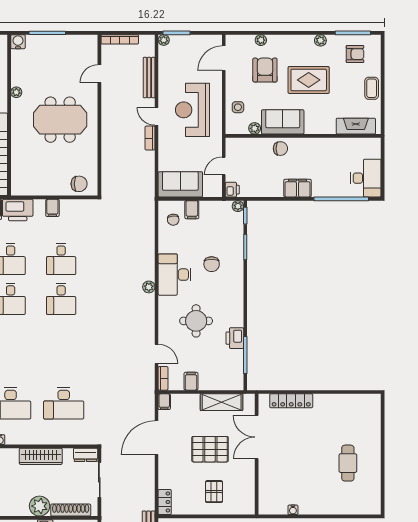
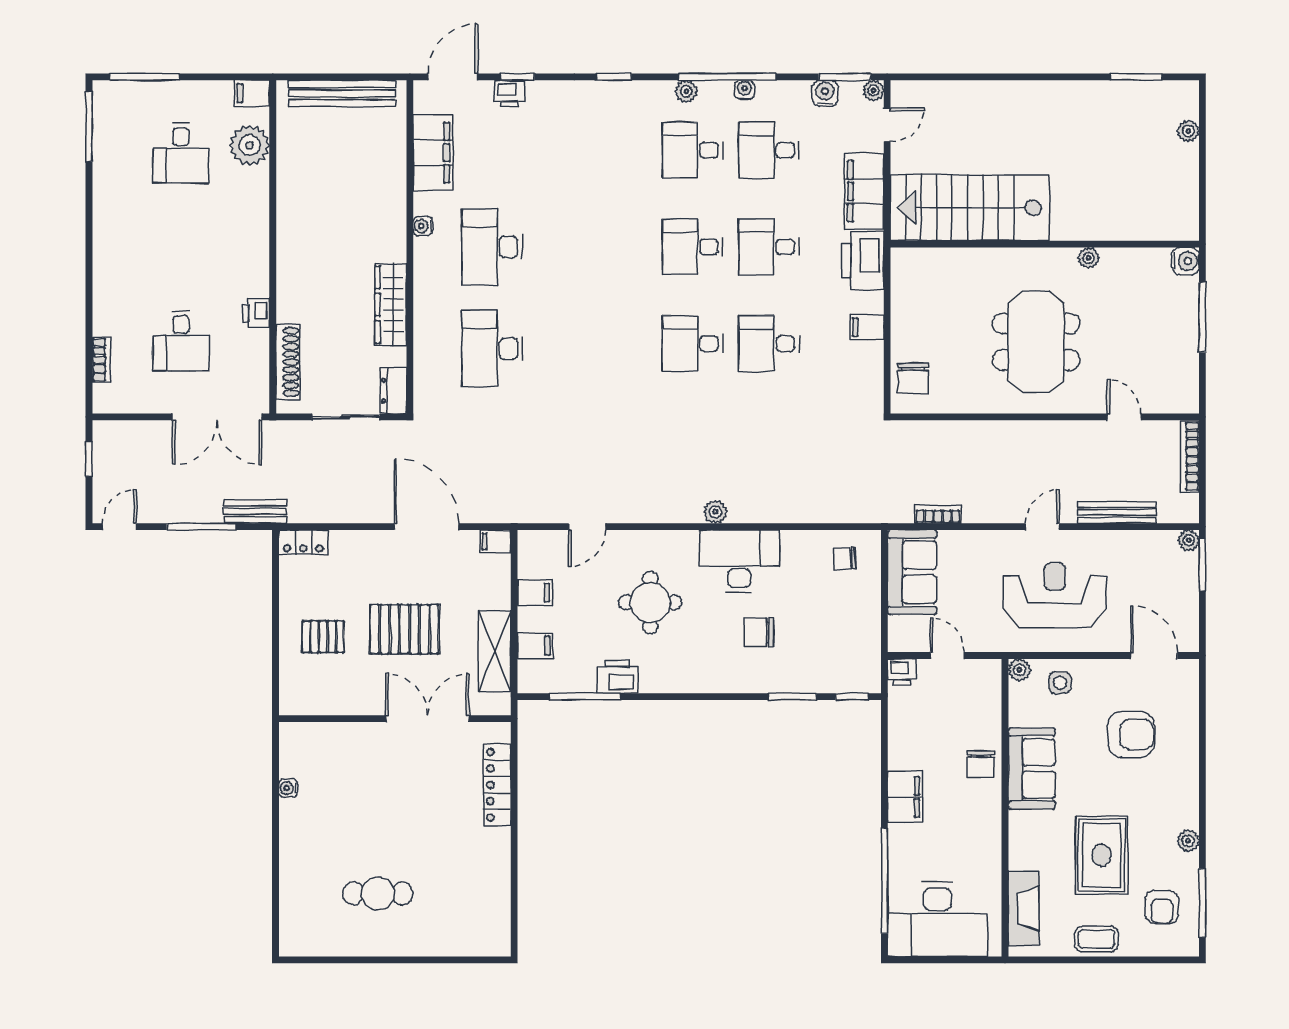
plant: (261, 40) -> (1189, 727), removed
rug: (309, 80) -> (1102, 855), moved
plant: (255, 128) -> (1019, 670), moved
bookcase: (150, 138) -> (938, 514), moved
desk: (366, 178) -> (937, 919), width x1.36, depth x1.30
plant: (238, 206) -> (870, 683), removed
filing cabinet: (192, 210) -> (535, 646), moved, turned 180
bookcase: (163, 378) -> (540, 539), removed
pallet: (210, 449) -> (405, 629), turned 90
plant: (40, 506) -> (295, 302), removed

